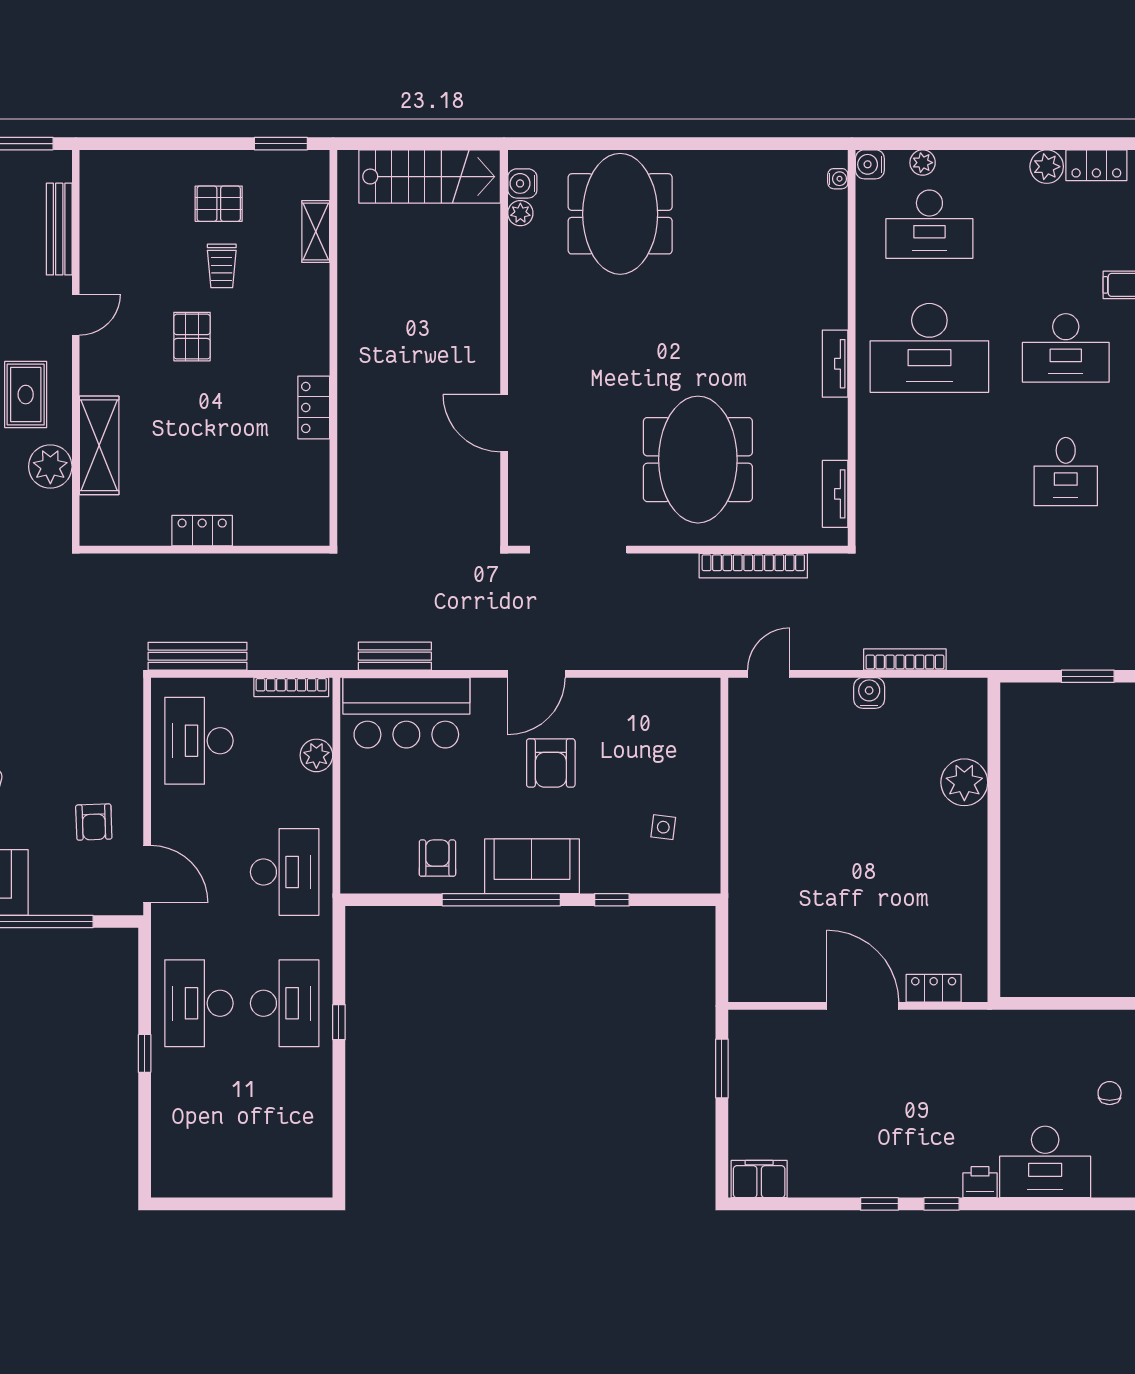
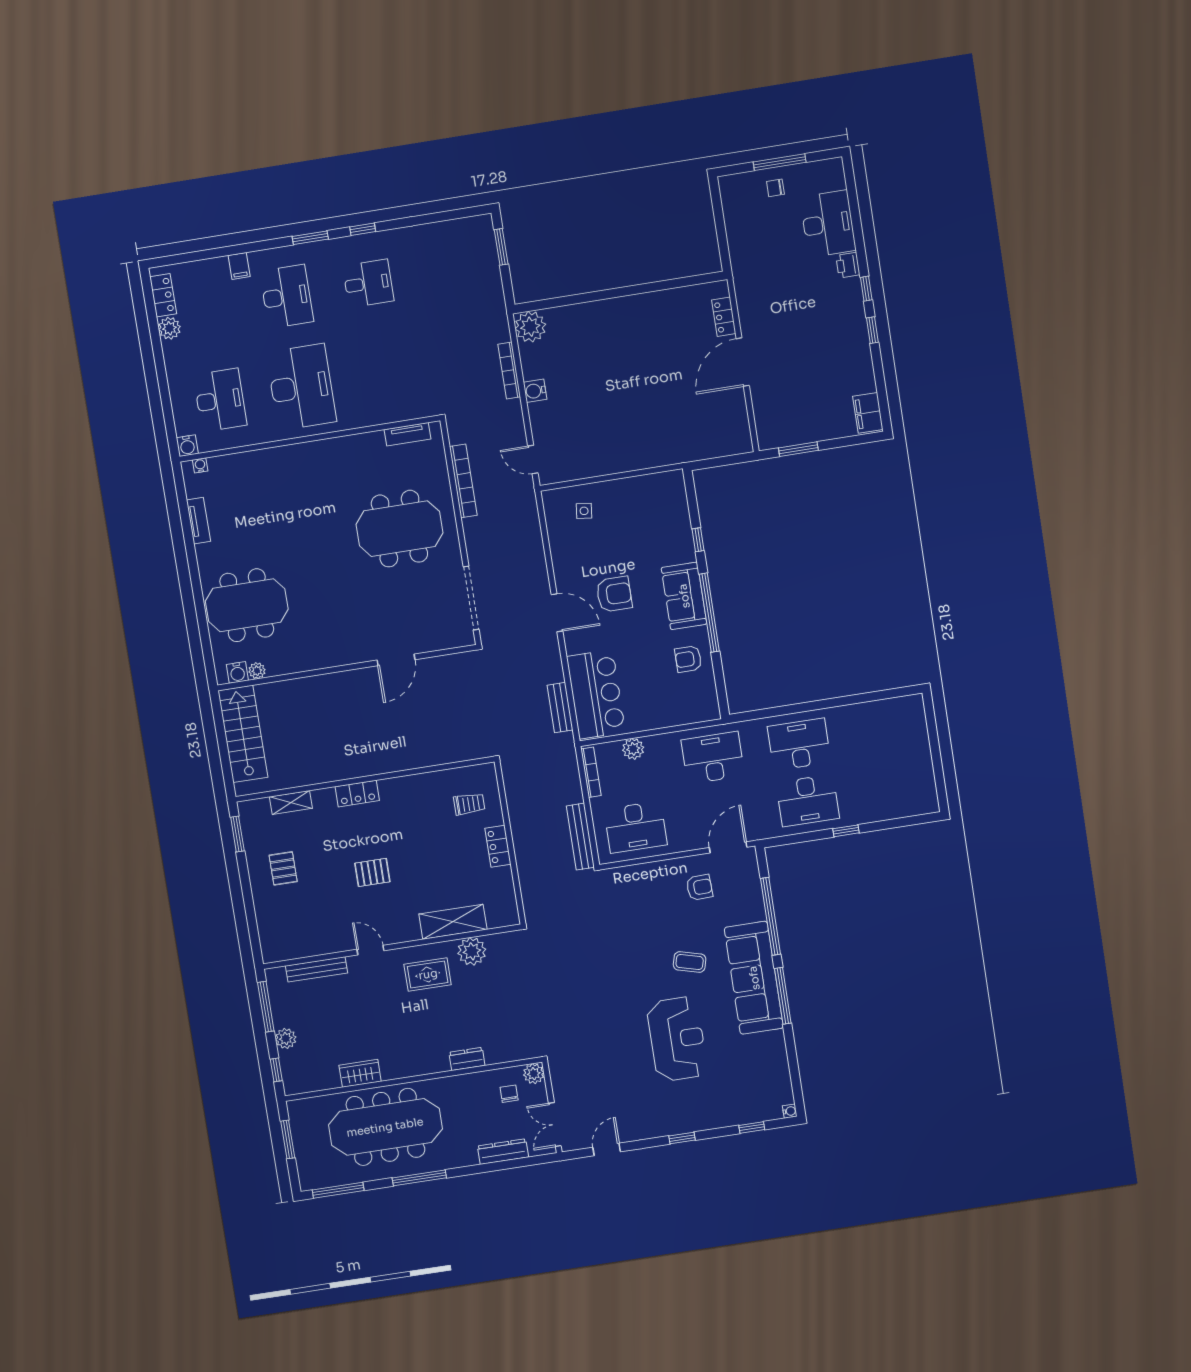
plant: (923, 163) -> (180, 411), removed
trolley: (222, 266) -> (469, 804), moved
tv unit: (835, 364) -> (198, 521), moved, turned -90
locker: (314, 407) -> (357, 794), moved
plant: (964, 782) -> (530, 327), moved
side table: (663, 827) -> (584, 511), moved
window: (339, 1022) -> (806, 707), removed

